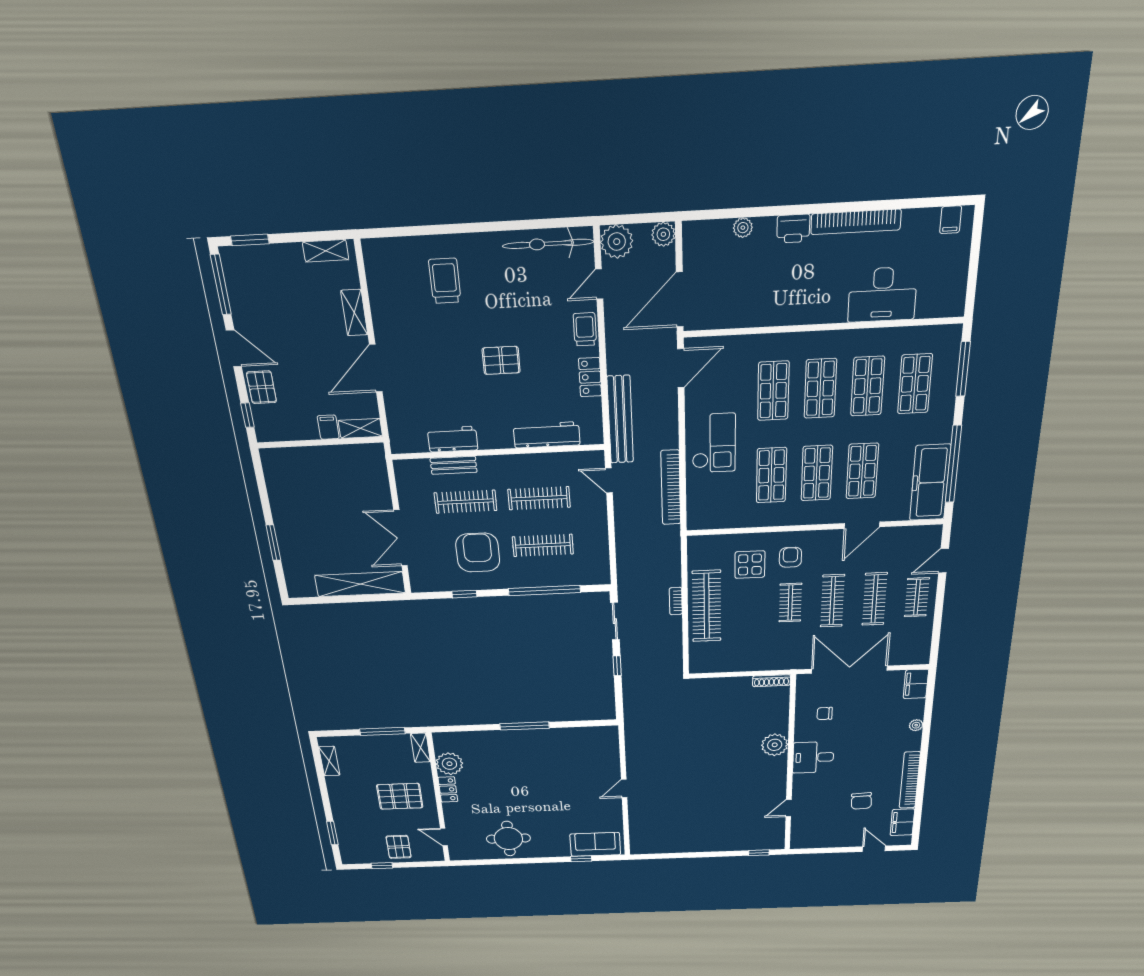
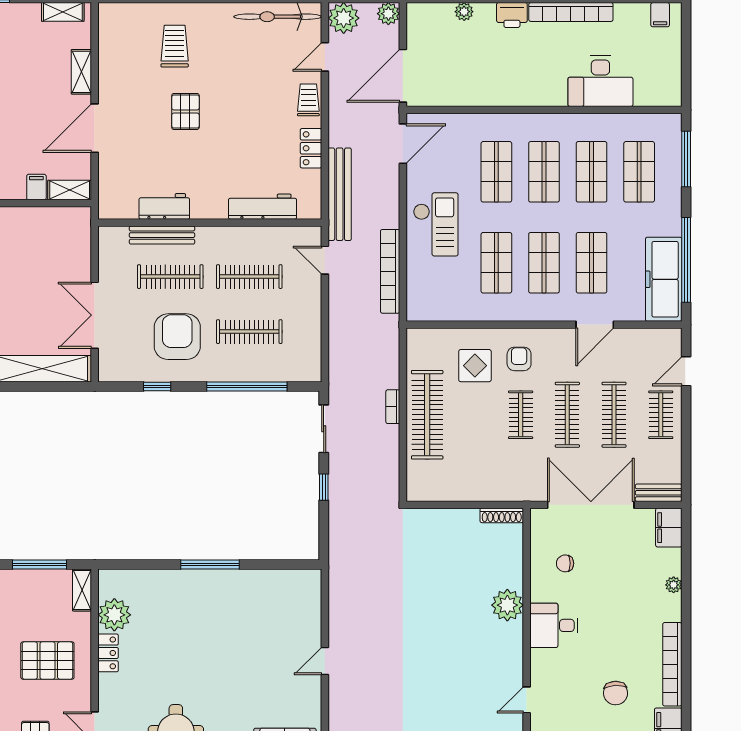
pallet: (501, 360) -> (185, 111), moved, turned 90
bench: (454, 465) -> (162, 235), width x1.36
bench: (909, 658) -> (658, 493), added

